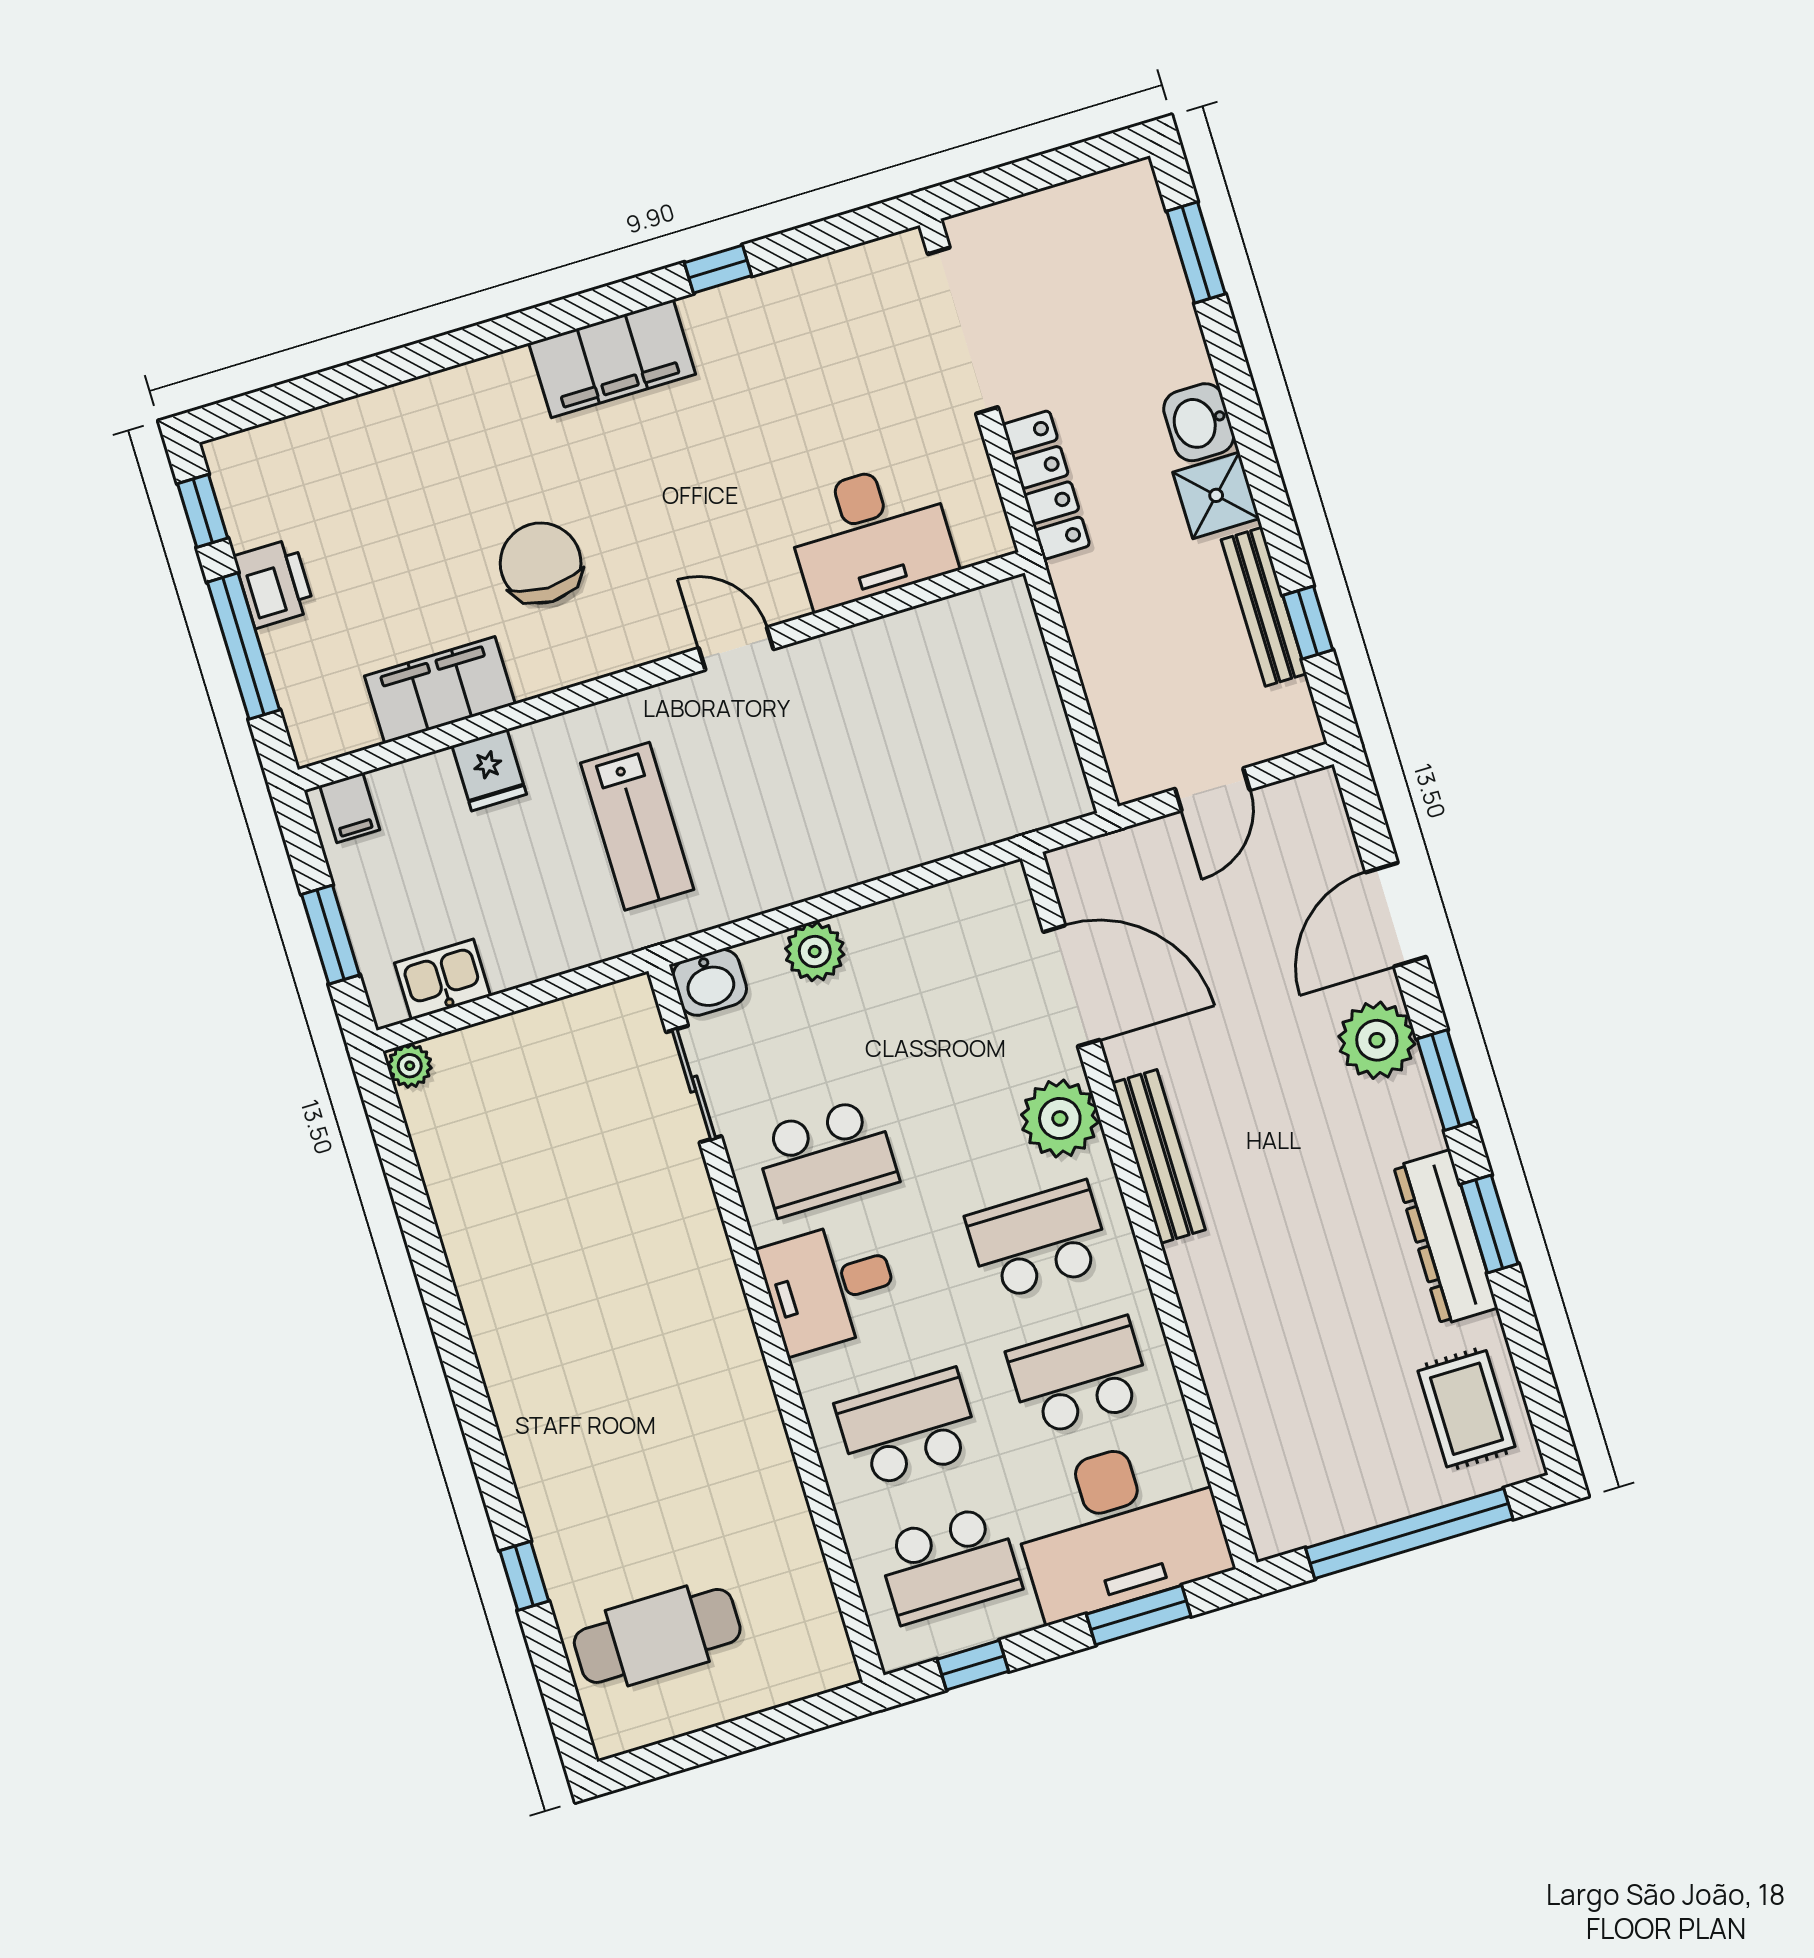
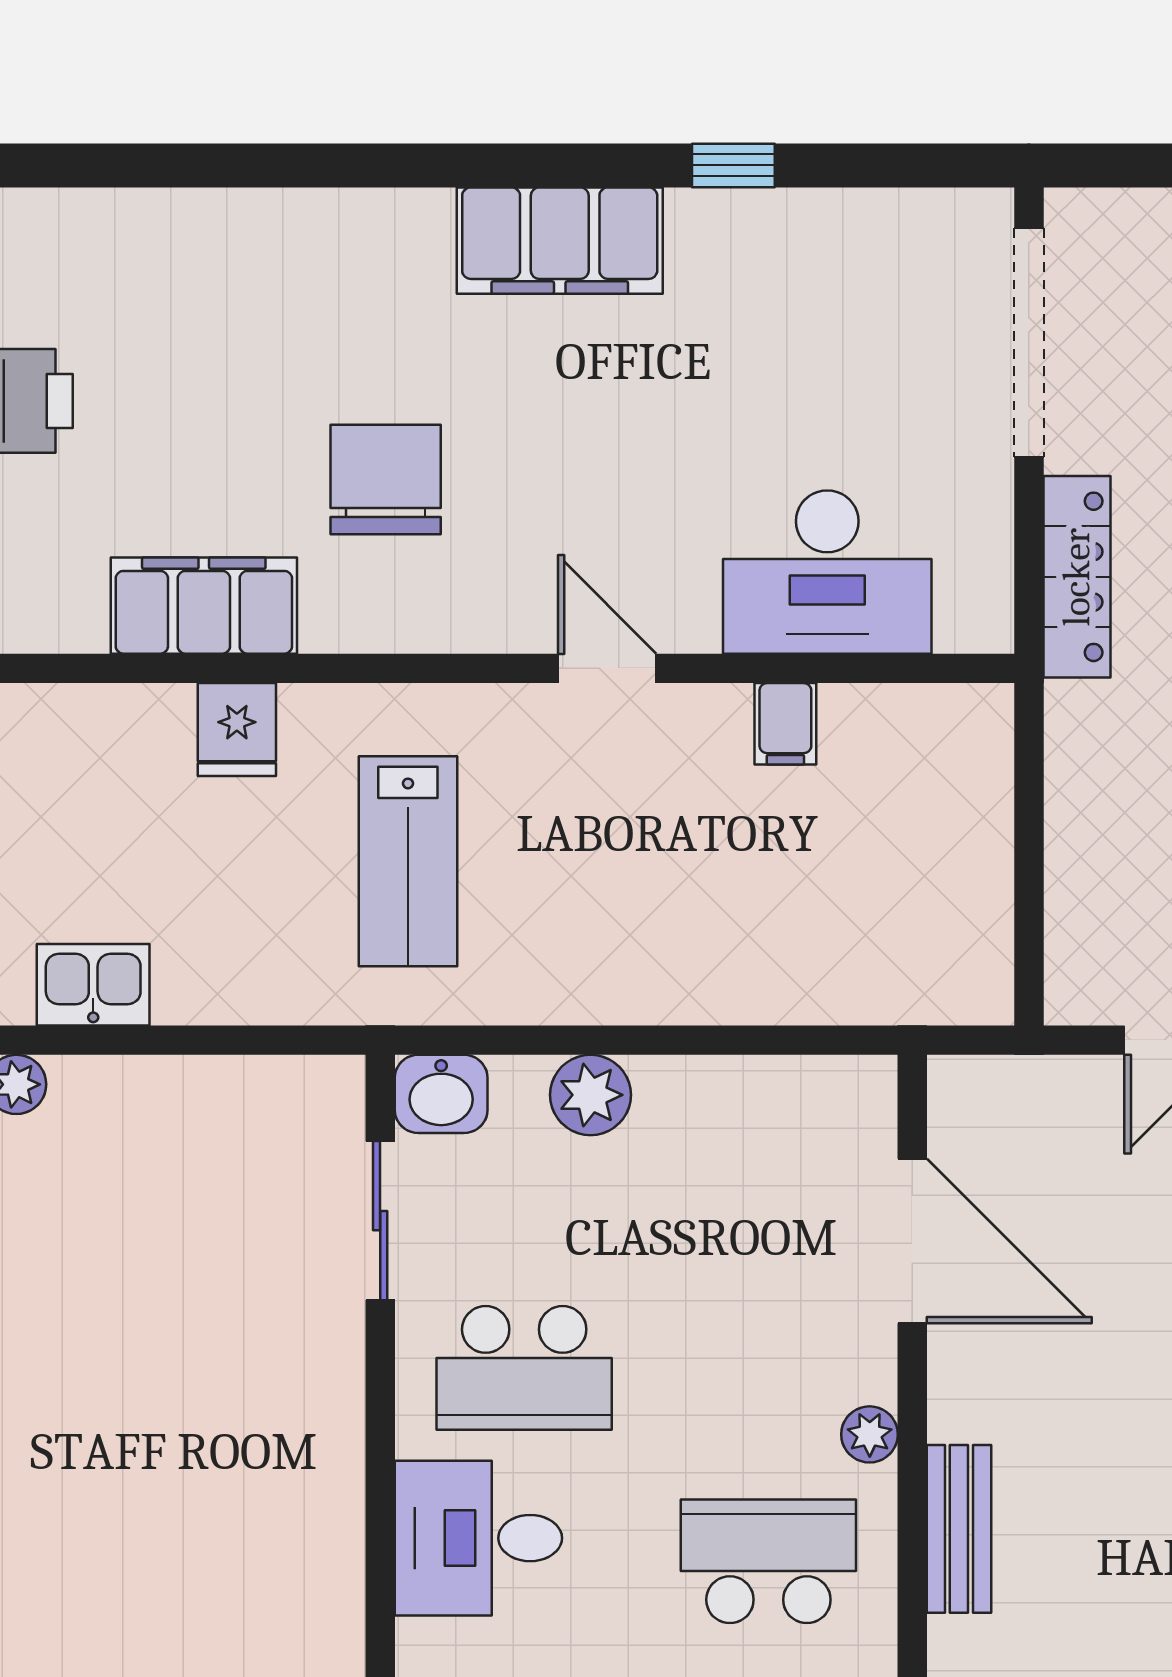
filing cabinet: (350, 808) -> (785, 724), moved
plant: (1060, 1118) -> (870, 1434), width x0.53, depth x0.53
bench: (1159, 1156) -> (959, 1529), width x0.73

